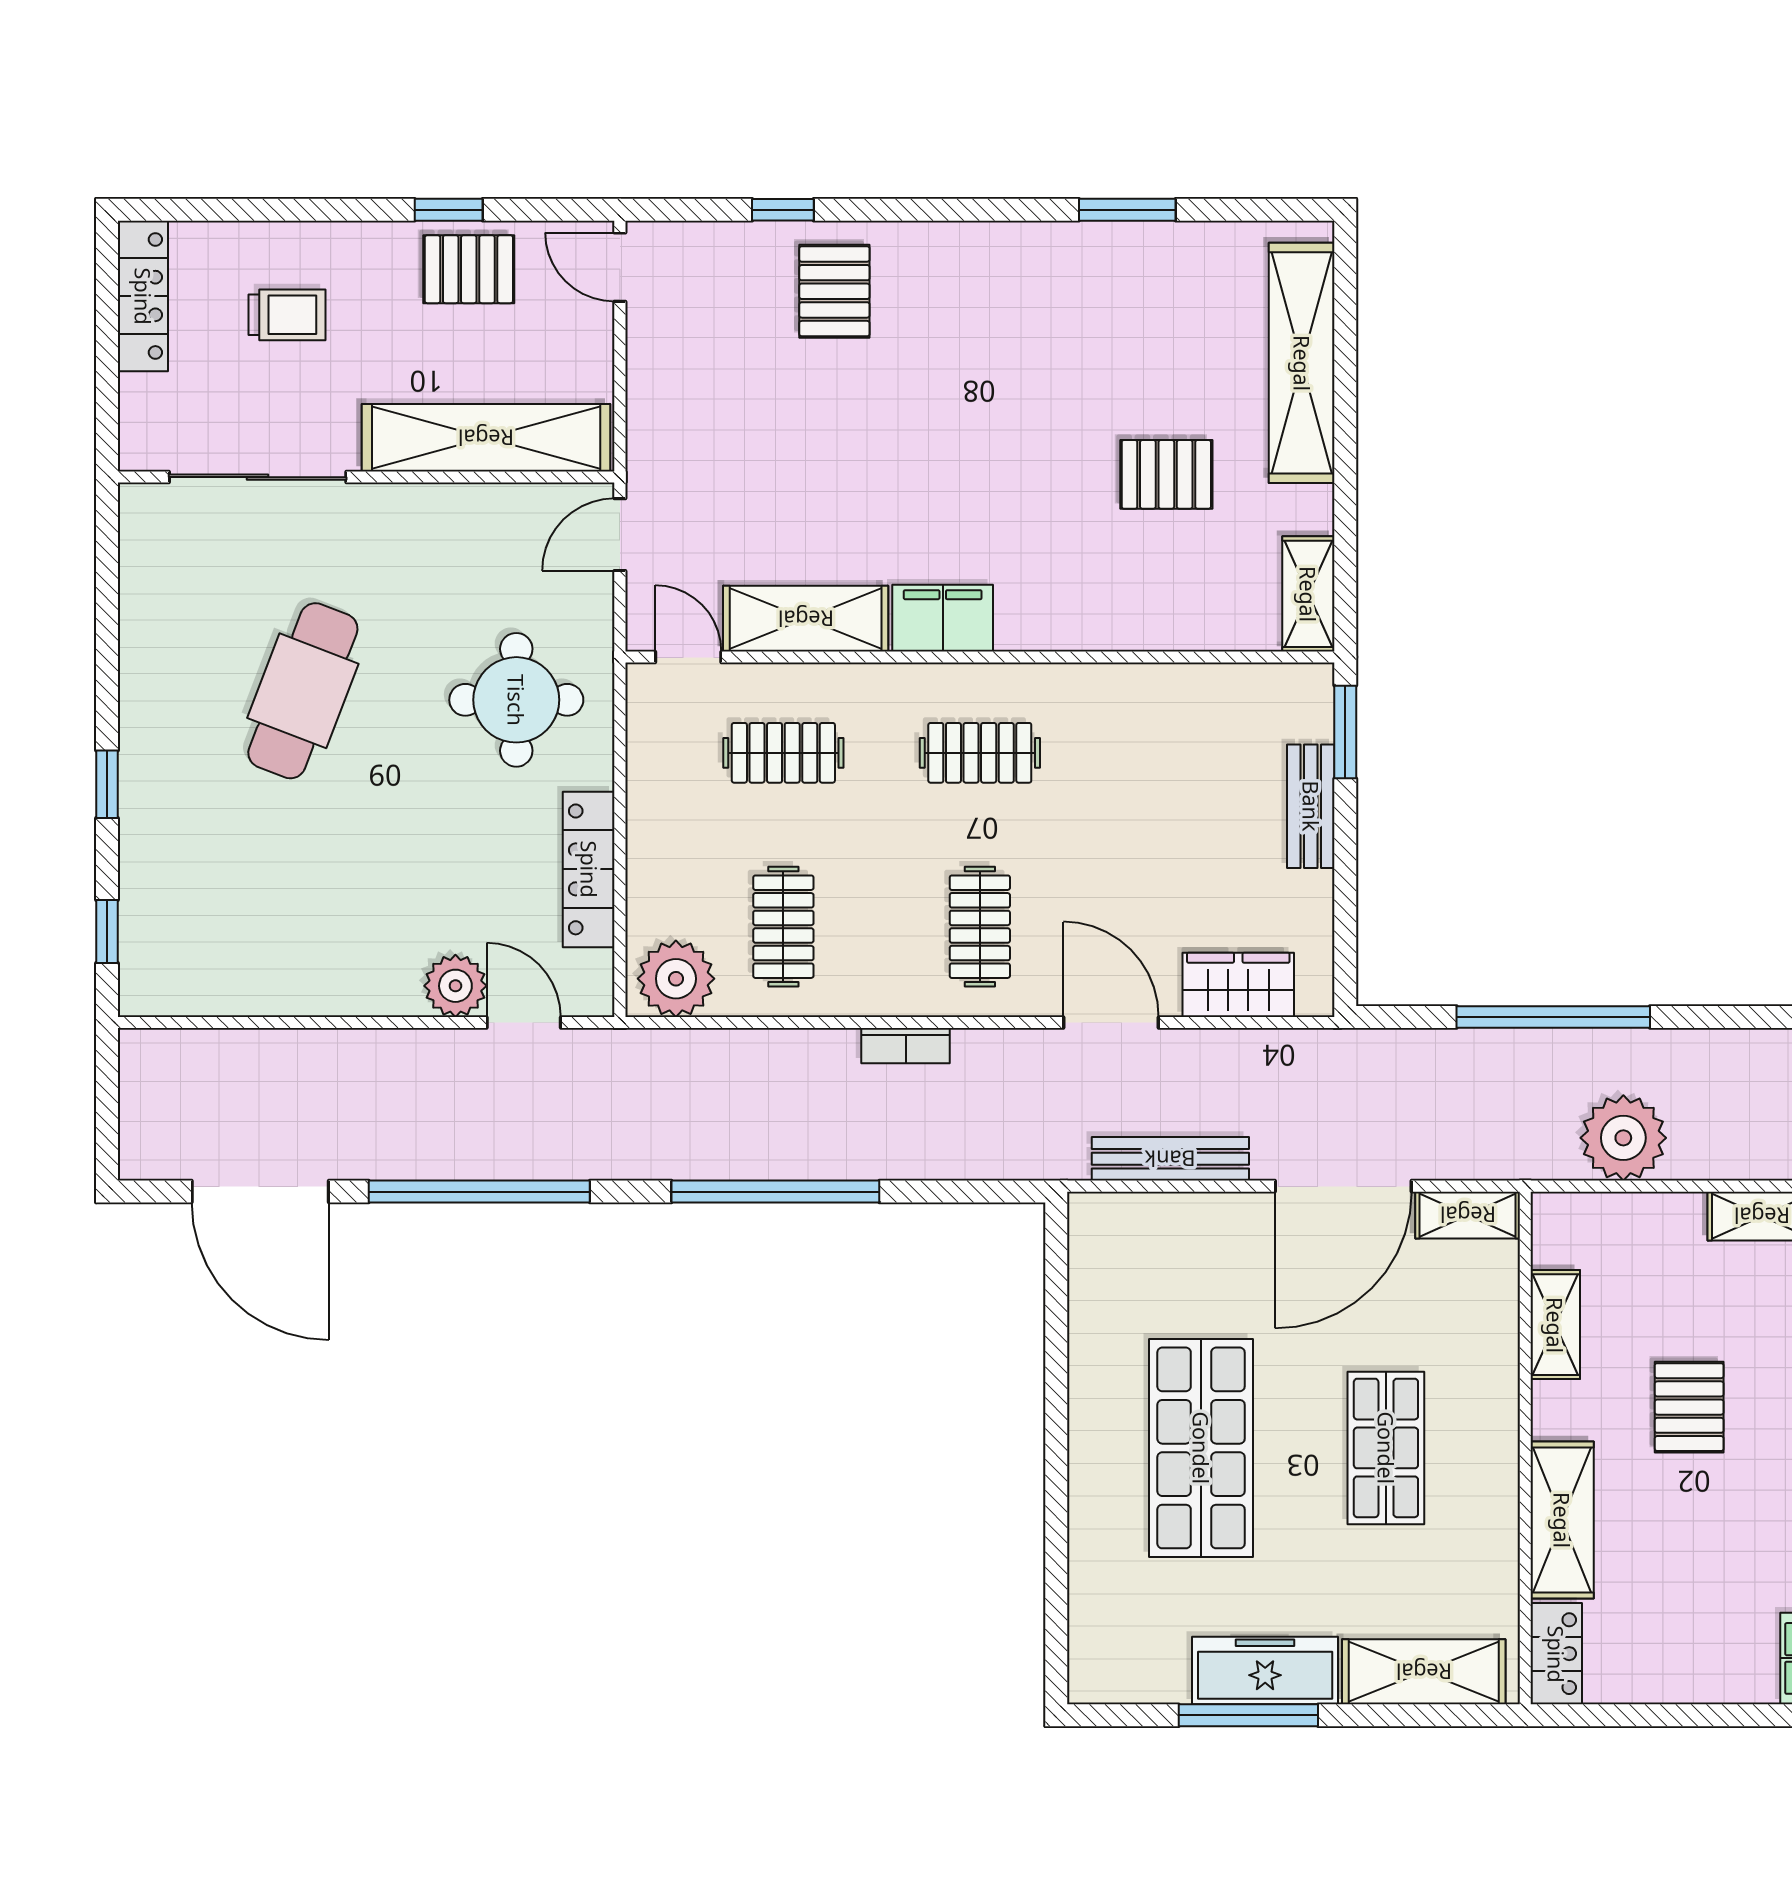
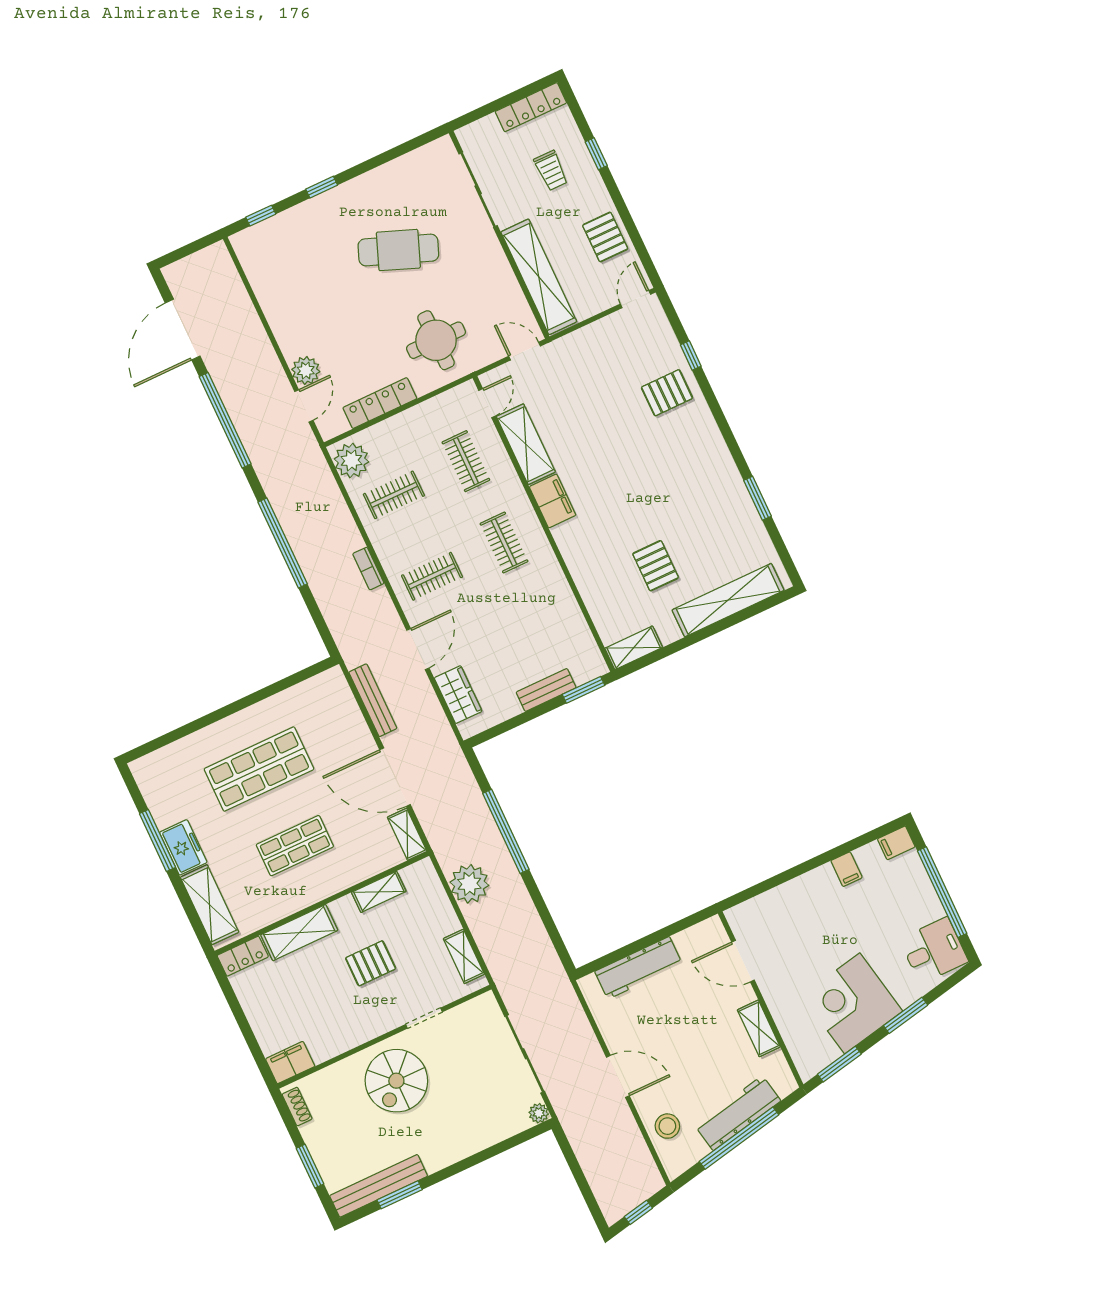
window: (449, 210) -> (596, 154), moved
freezer: (1265, 1671) -> (183, 847), width x0.71

